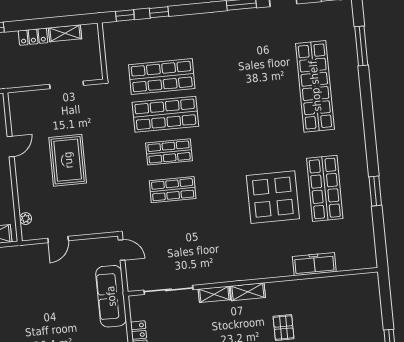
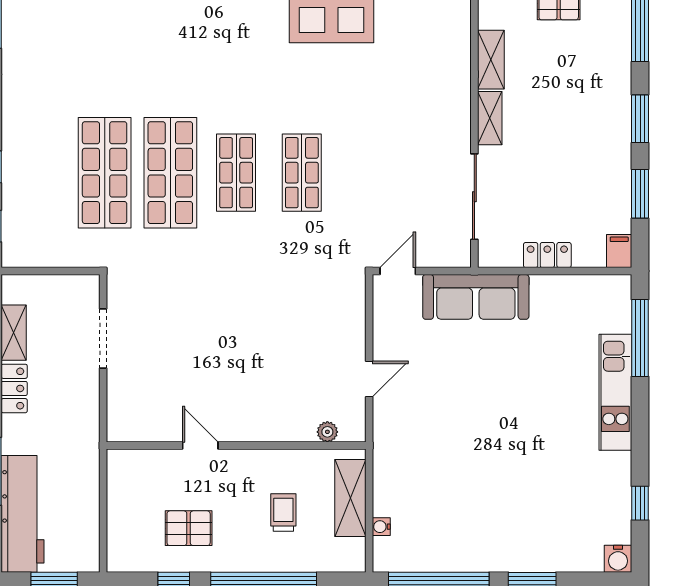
rug: (68, 160) -> (234, 349), removed
door: (58, 240) -> (369, 379), hinge flipped

